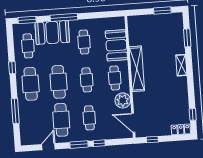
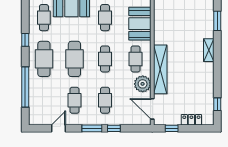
shelving: (137, 69) -> (160, 69), moved
window: (15, 111) -> (25, 87), width x1.46
cafe table: (61, 120) -> (74, 100), width x0.73, depth x0.74
locker: (181, 129) -> (191, 120), moved

